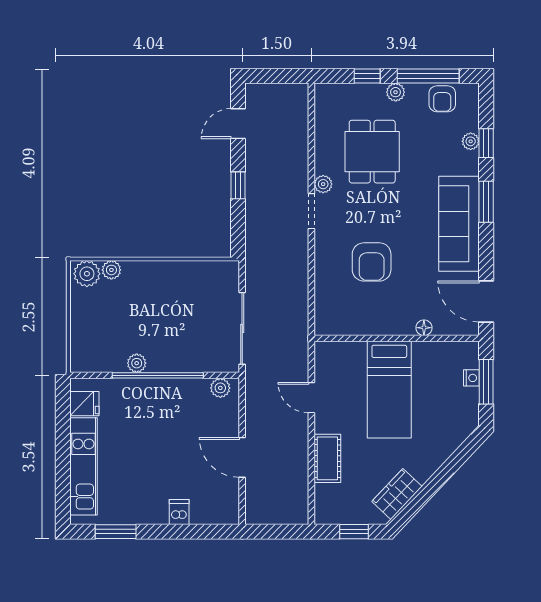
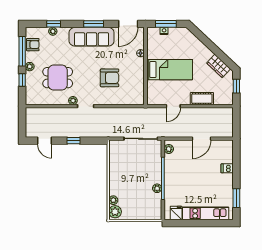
window: (486, 202) -> (94, 24), moved

